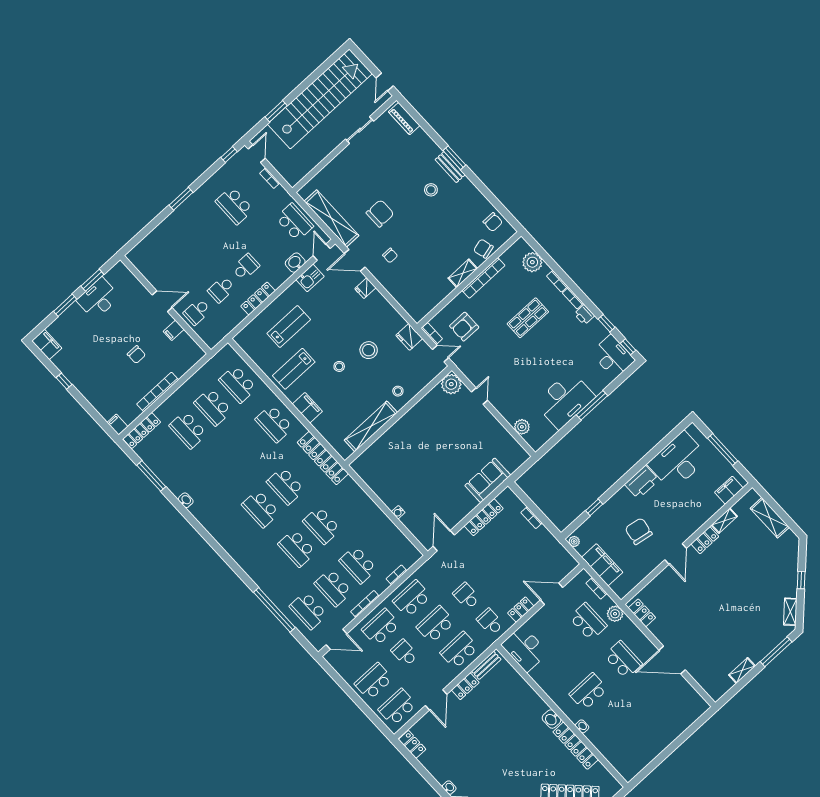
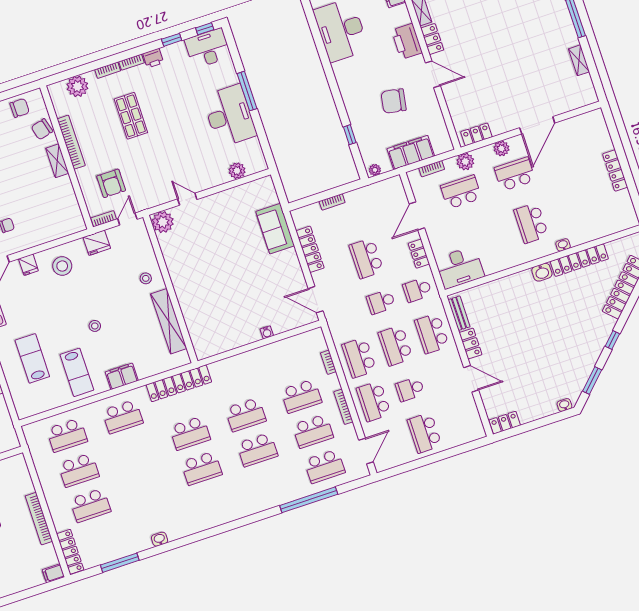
stool: (369, 350) -> (62, 266), moved
printer: (642, 482) -> (407, 41), moved, turned 180
plant: (639, 639) -> (501, 149), added
school desk: (397, 707) -> (366, 258), moved
locker: (664, 742) -> (615, 170), added

